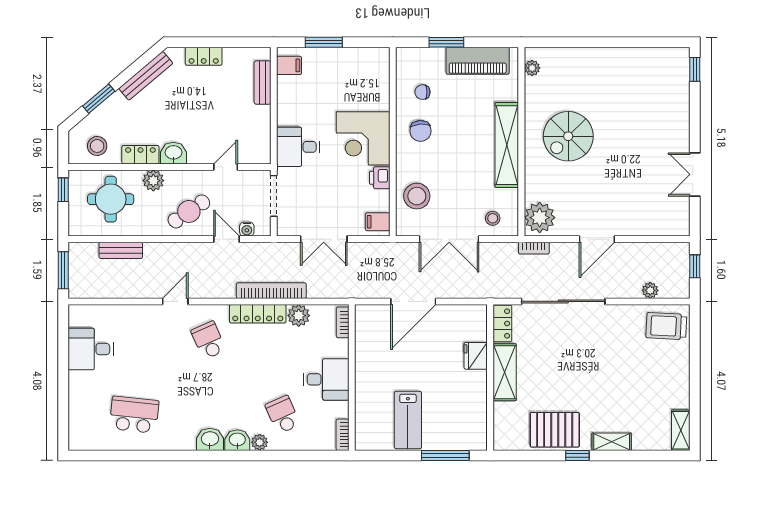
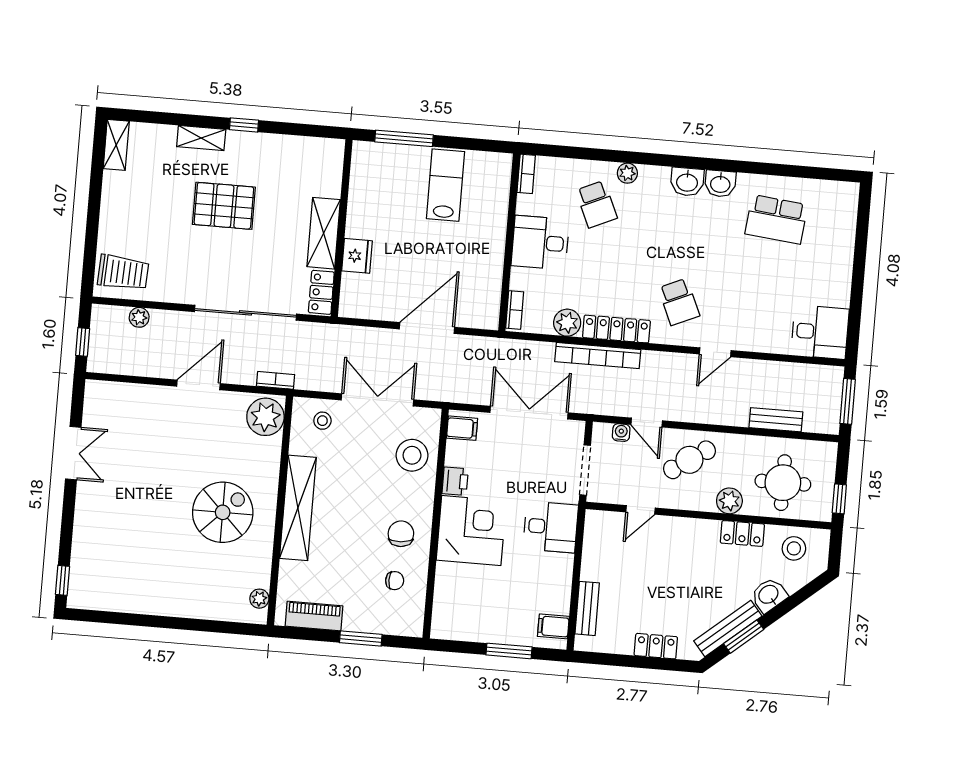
piano: (478, 61) -> (314, 616), width x0.73, depth x0.75
window: (99, 99) -> (744, 637), moved
washbasin: (173, 153) -> (769, 595), moved, turned 140
double door: (324, 239) -> (529, 413), width x1.37
desk: (91, 349) -> (820, 332), moved
pallet: (555, 430) -> (224, 206), moved
washbasin: (237, 440) -> (720, 184), moved

